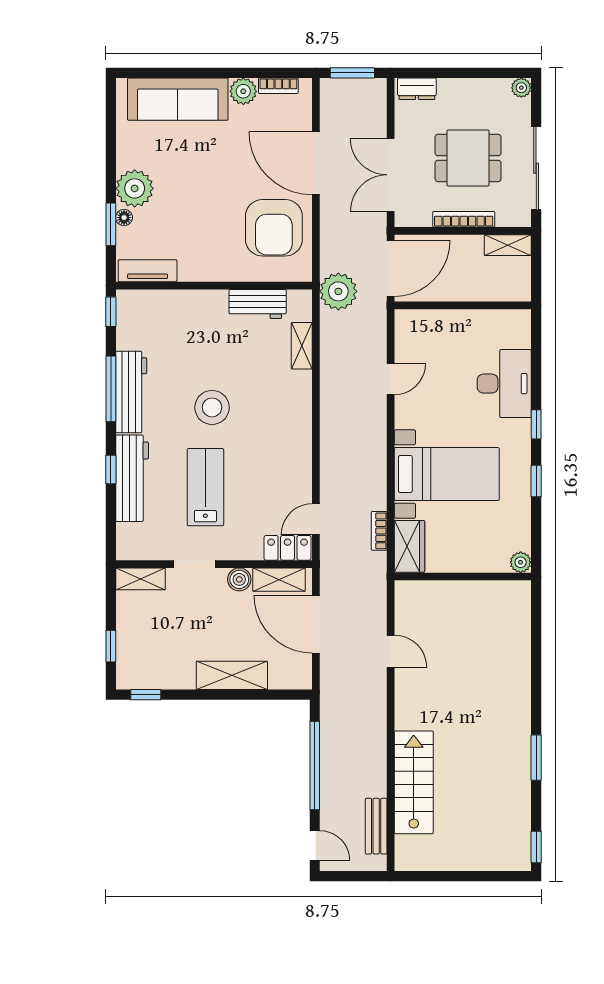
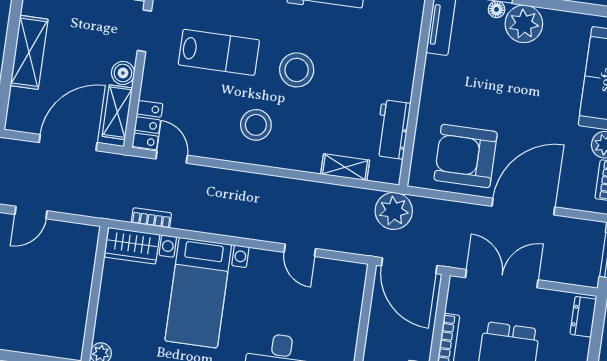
stool: (272, 440) -> (256, 125), added

